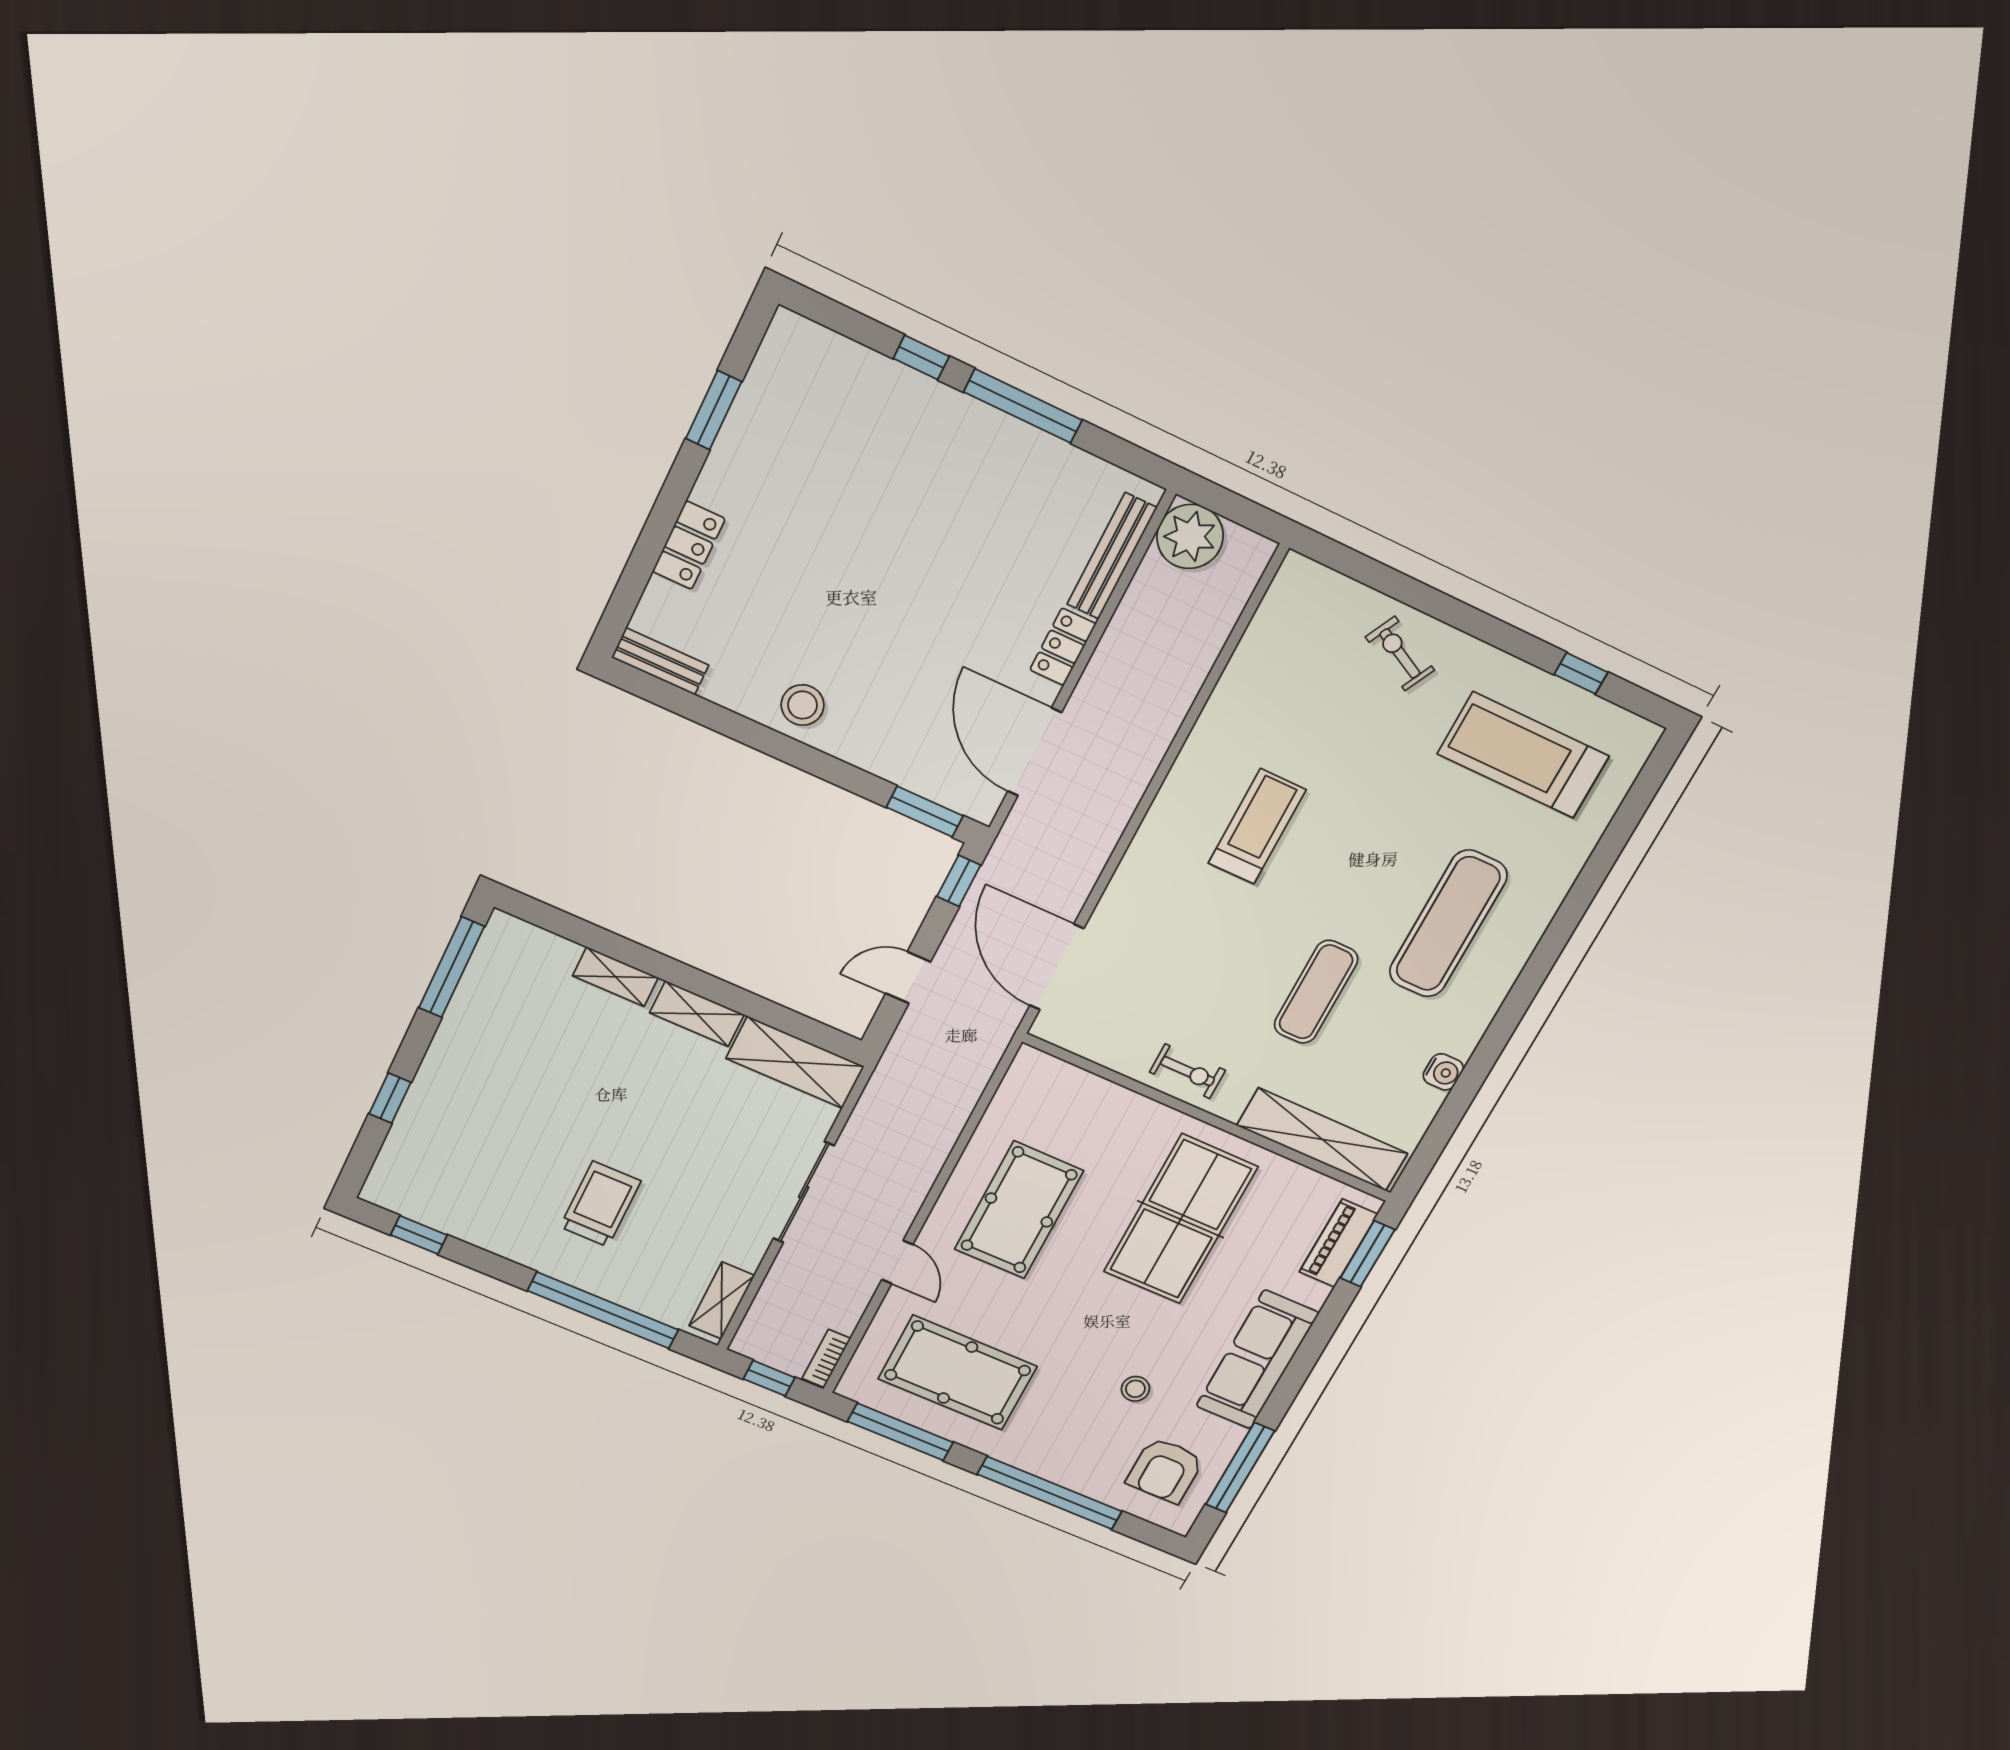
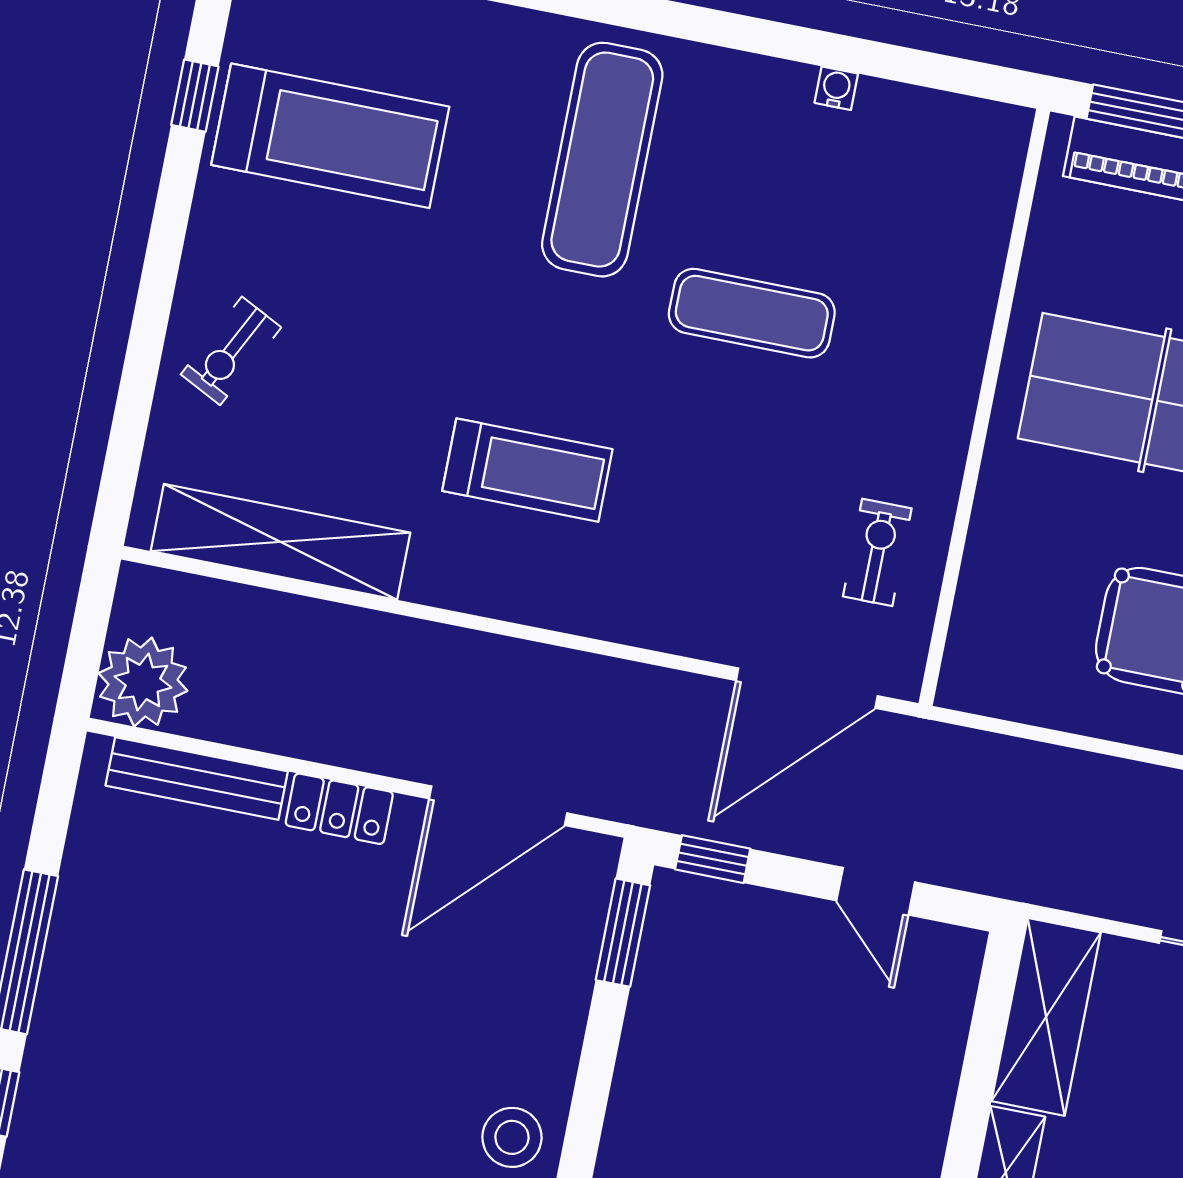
treadmill: (1523, 755) -> (330, 136), turned -90
treadmill: (1257, 826) -> (527, 470), turned 180
exercise mat: (1448, 924) -> (602, 160), turned 90
exercise bike: (1188, 1071) -> (877, 552), moved
water cooler: (1443, 1072) -> (836, 88), width x0.72, depth x0.72
shelving: (1322, 1139) -> (281, 542), moved, turned 90

